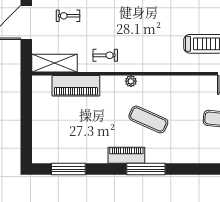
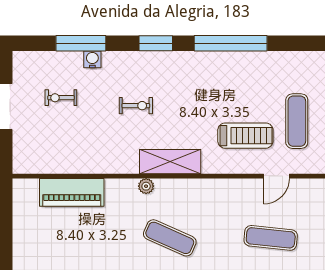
exercise bike: (105, 55) -> (136, 106), moved
shelving: (54, 63) -> (170, 162), moved

